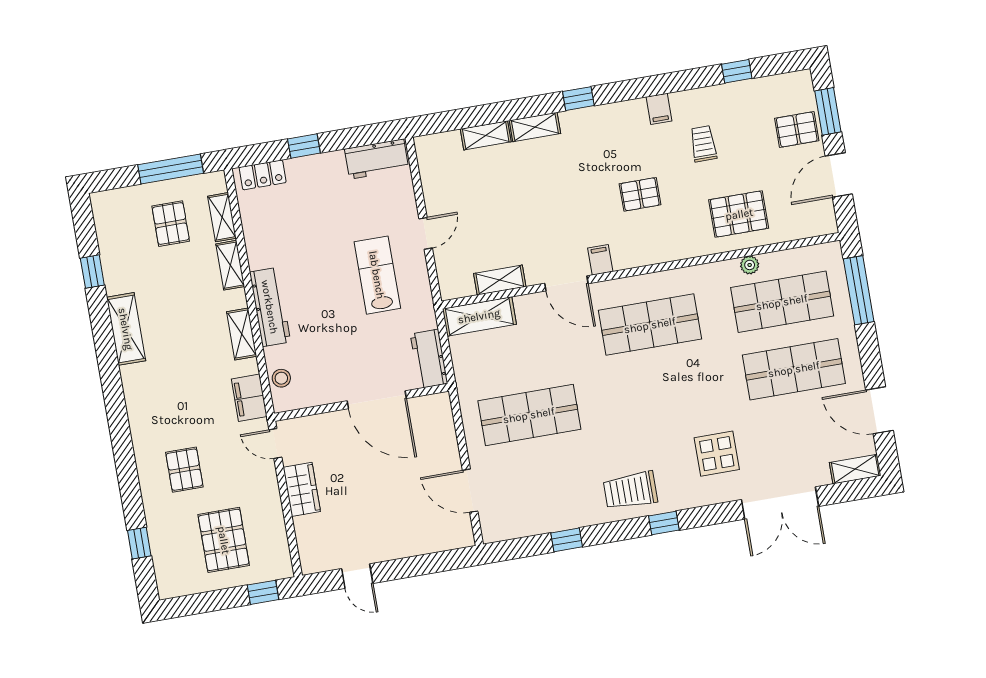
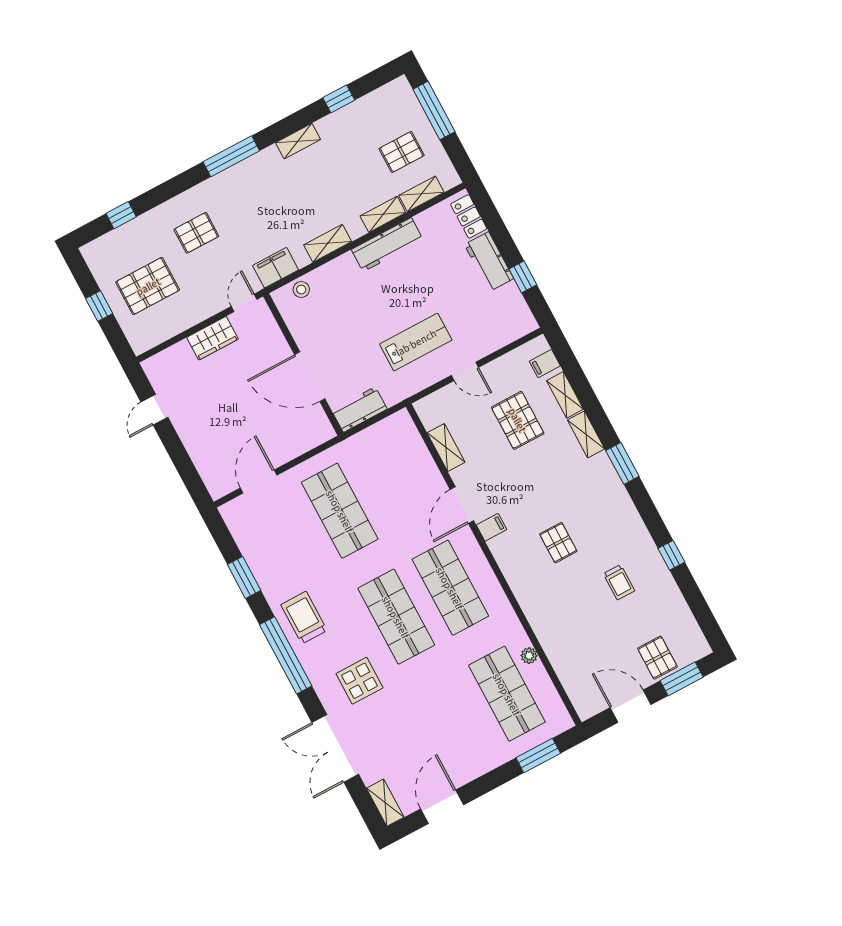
window: (737, 71) -> (671, 555), moved
window: (578, 99) -> (622, 463), width x1.50
filing cabinet: (659, 109) -> (545, 364), moved
trolley: (703, 144) -> (619, 582), turned 90
window: (304, 146) -> (523, 277), moved
workbench: (377, 159) -> (489, 262), moved
window: (171, 169) -> (434, 110), moved
pallet: (739, 214) -> (518, 420), moved
window: (859, 290) -> (538, 755), width x0.69
workbench: (270, 307) -> (387, 245), moved
shelving: (479, 316) -> (409, 440), removed
shelving: (126, 329) -> (298, 141), width x0.67, depth x0.75
shop shelf: (794, 369) -> (396, 617), moved
door: (377, 400) -> (310, 377), hinge flipped
window: (116, 406) -> (231, 156), added
window: (664, 523) -> (286, 655), width x3.17
window: (567, 540) -> (244, 577), width x1.50
window: (263, 592) -> (99, 306), moved

